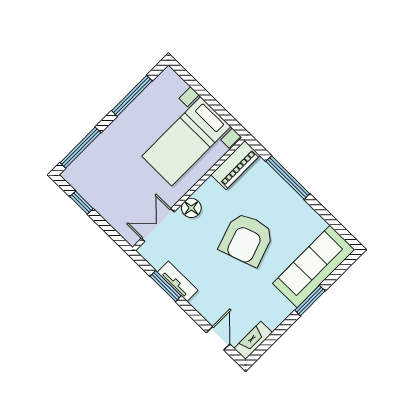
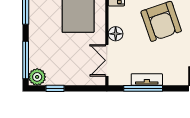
plant: (75, 175) -> (37, 77), added
window: (166, 286) -> (143, 88), width x1.44

